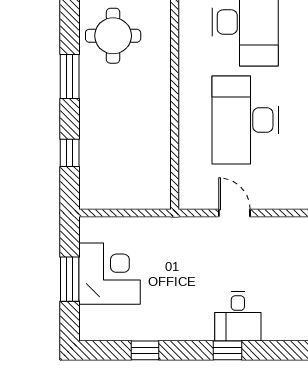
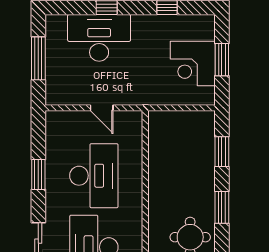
window: (70, 153) -> (222, 152), width x1.50
desk: (238, 316) -> (99, 38), width x1.87, depth x1.30

